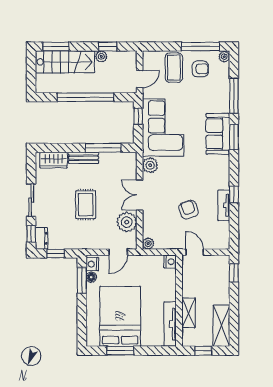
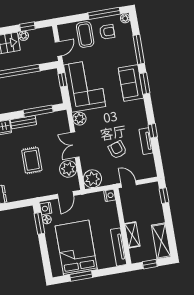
plant: (148, 244) -> (92, 179), width x1.87, depth x1.87
window: (55, 254) -> (14, 205), removed

